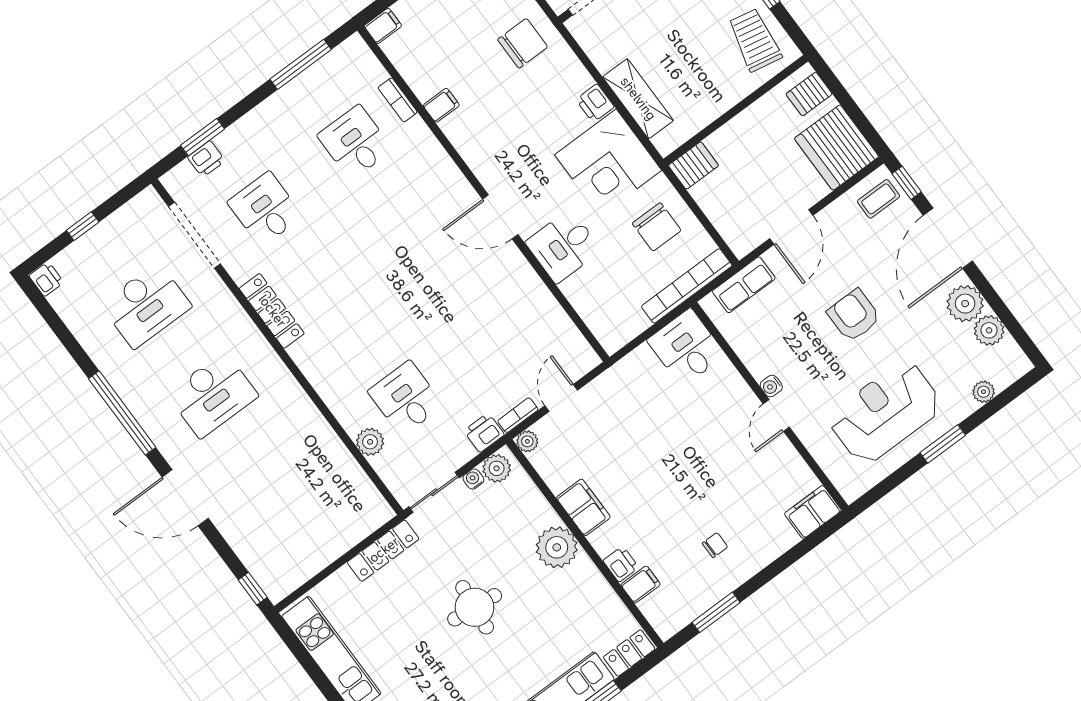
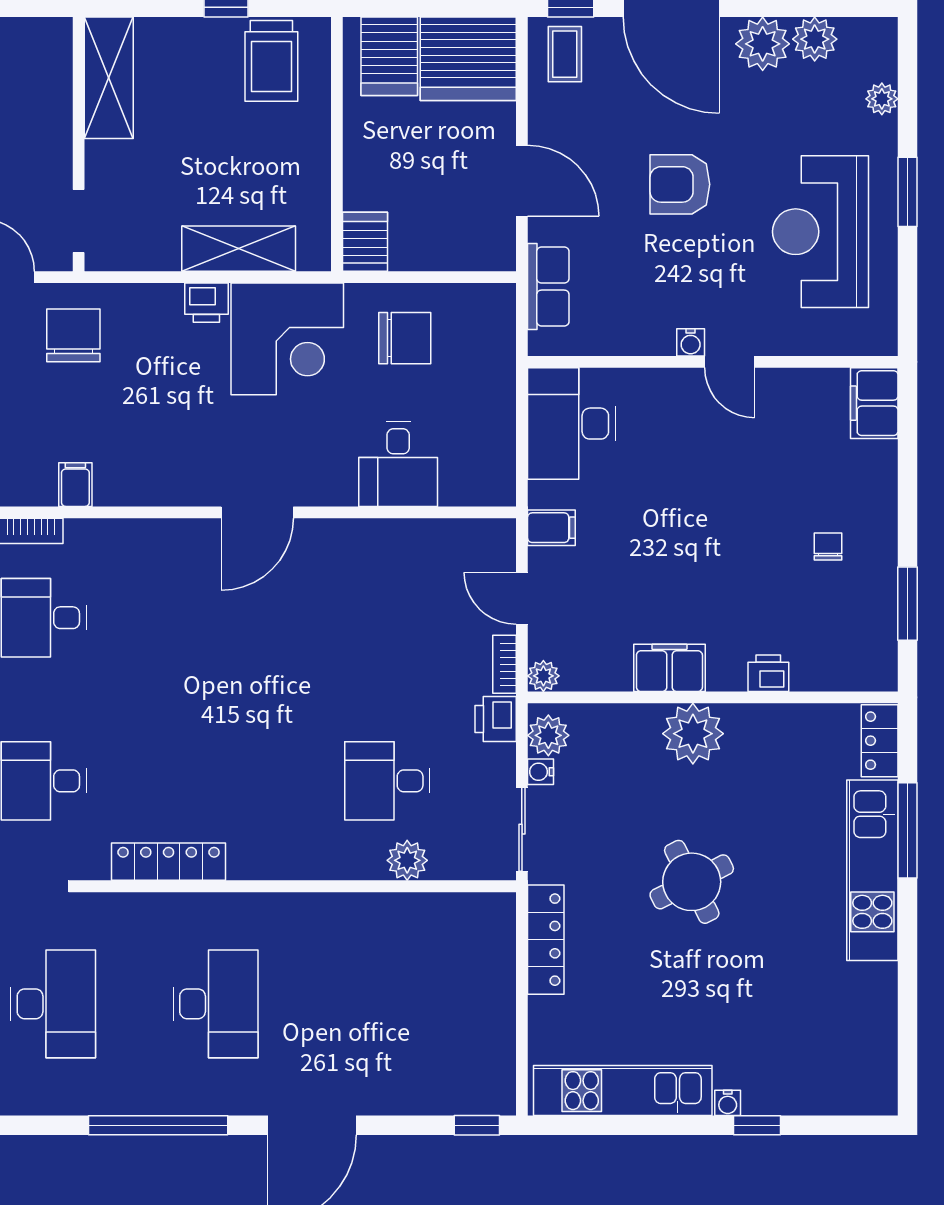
trolley: (755, 40) -> (271, 61), turned -101
server rack: (809, 94) -> (389, 56), width x1.36, depth x1.44
desk: (563, 246) -> (398, 464), moved
bookcase: (687, 286) -> (500, 354), removed
desk: (686, 348) -> (572, 424), width x1.37
filing cabinet: (641, 585) -> (551, 528), moved, turned 90
round table: (475, 607) -> (692, 882), turned -33

